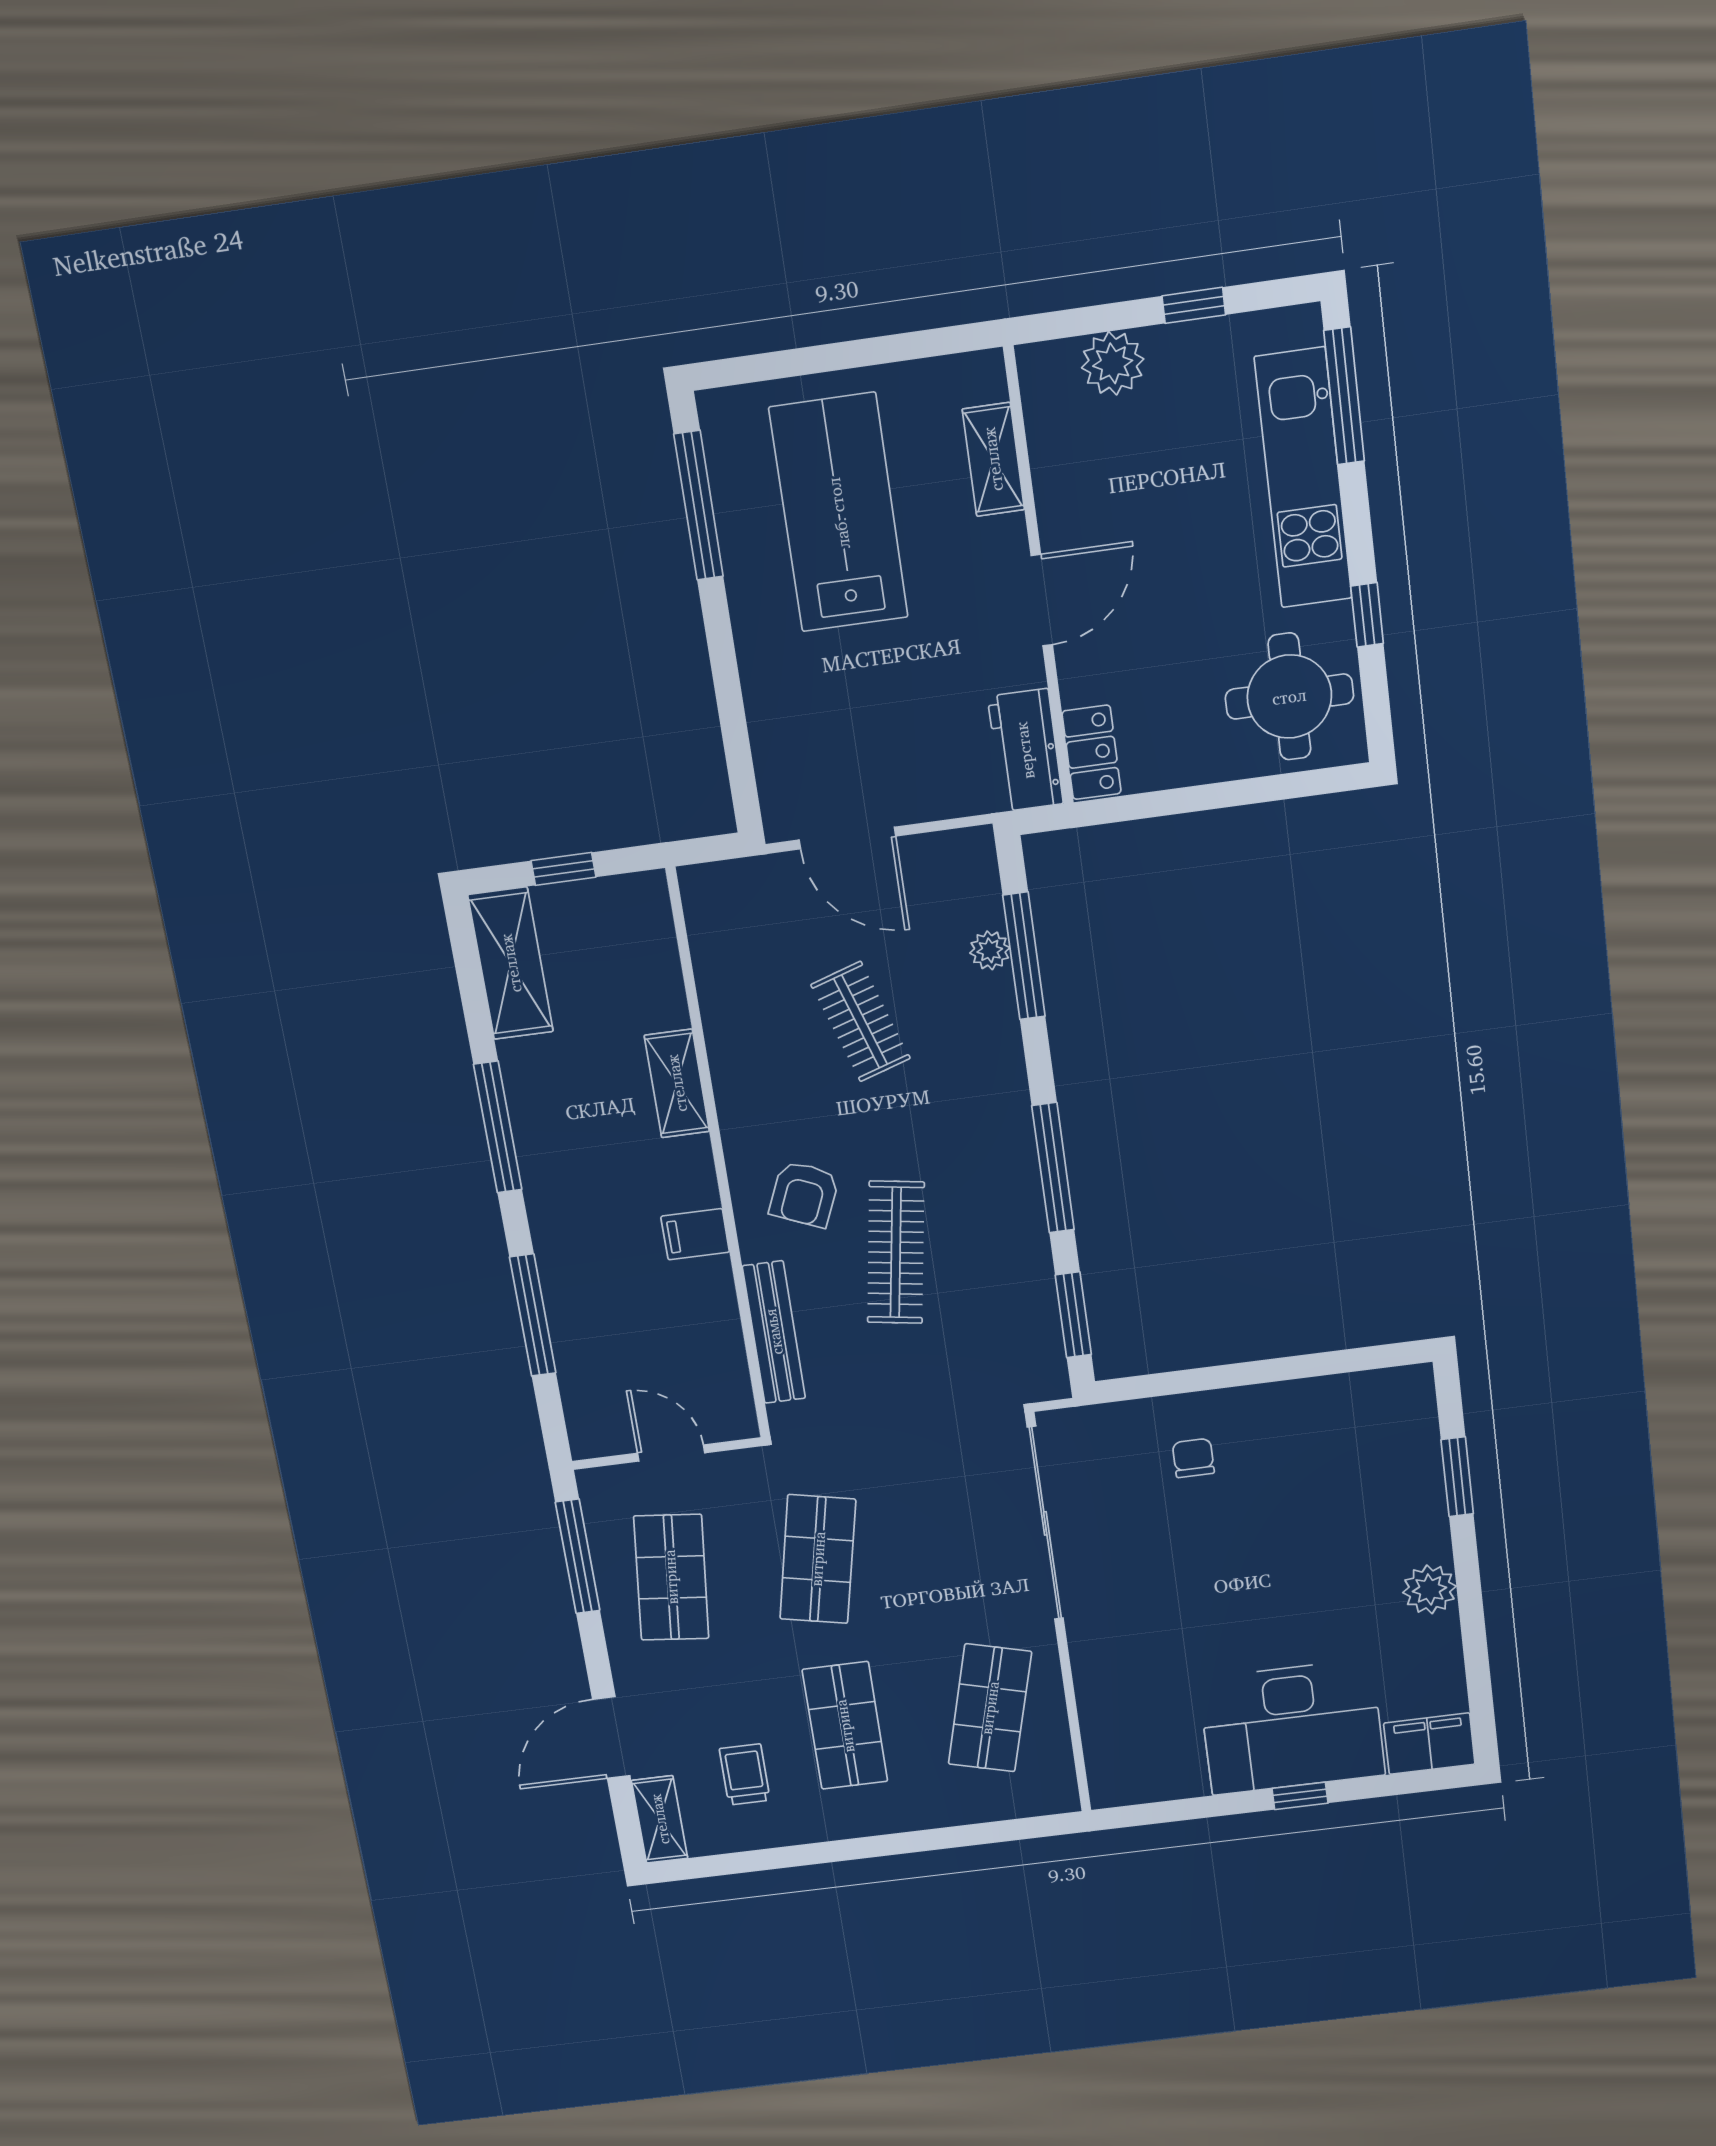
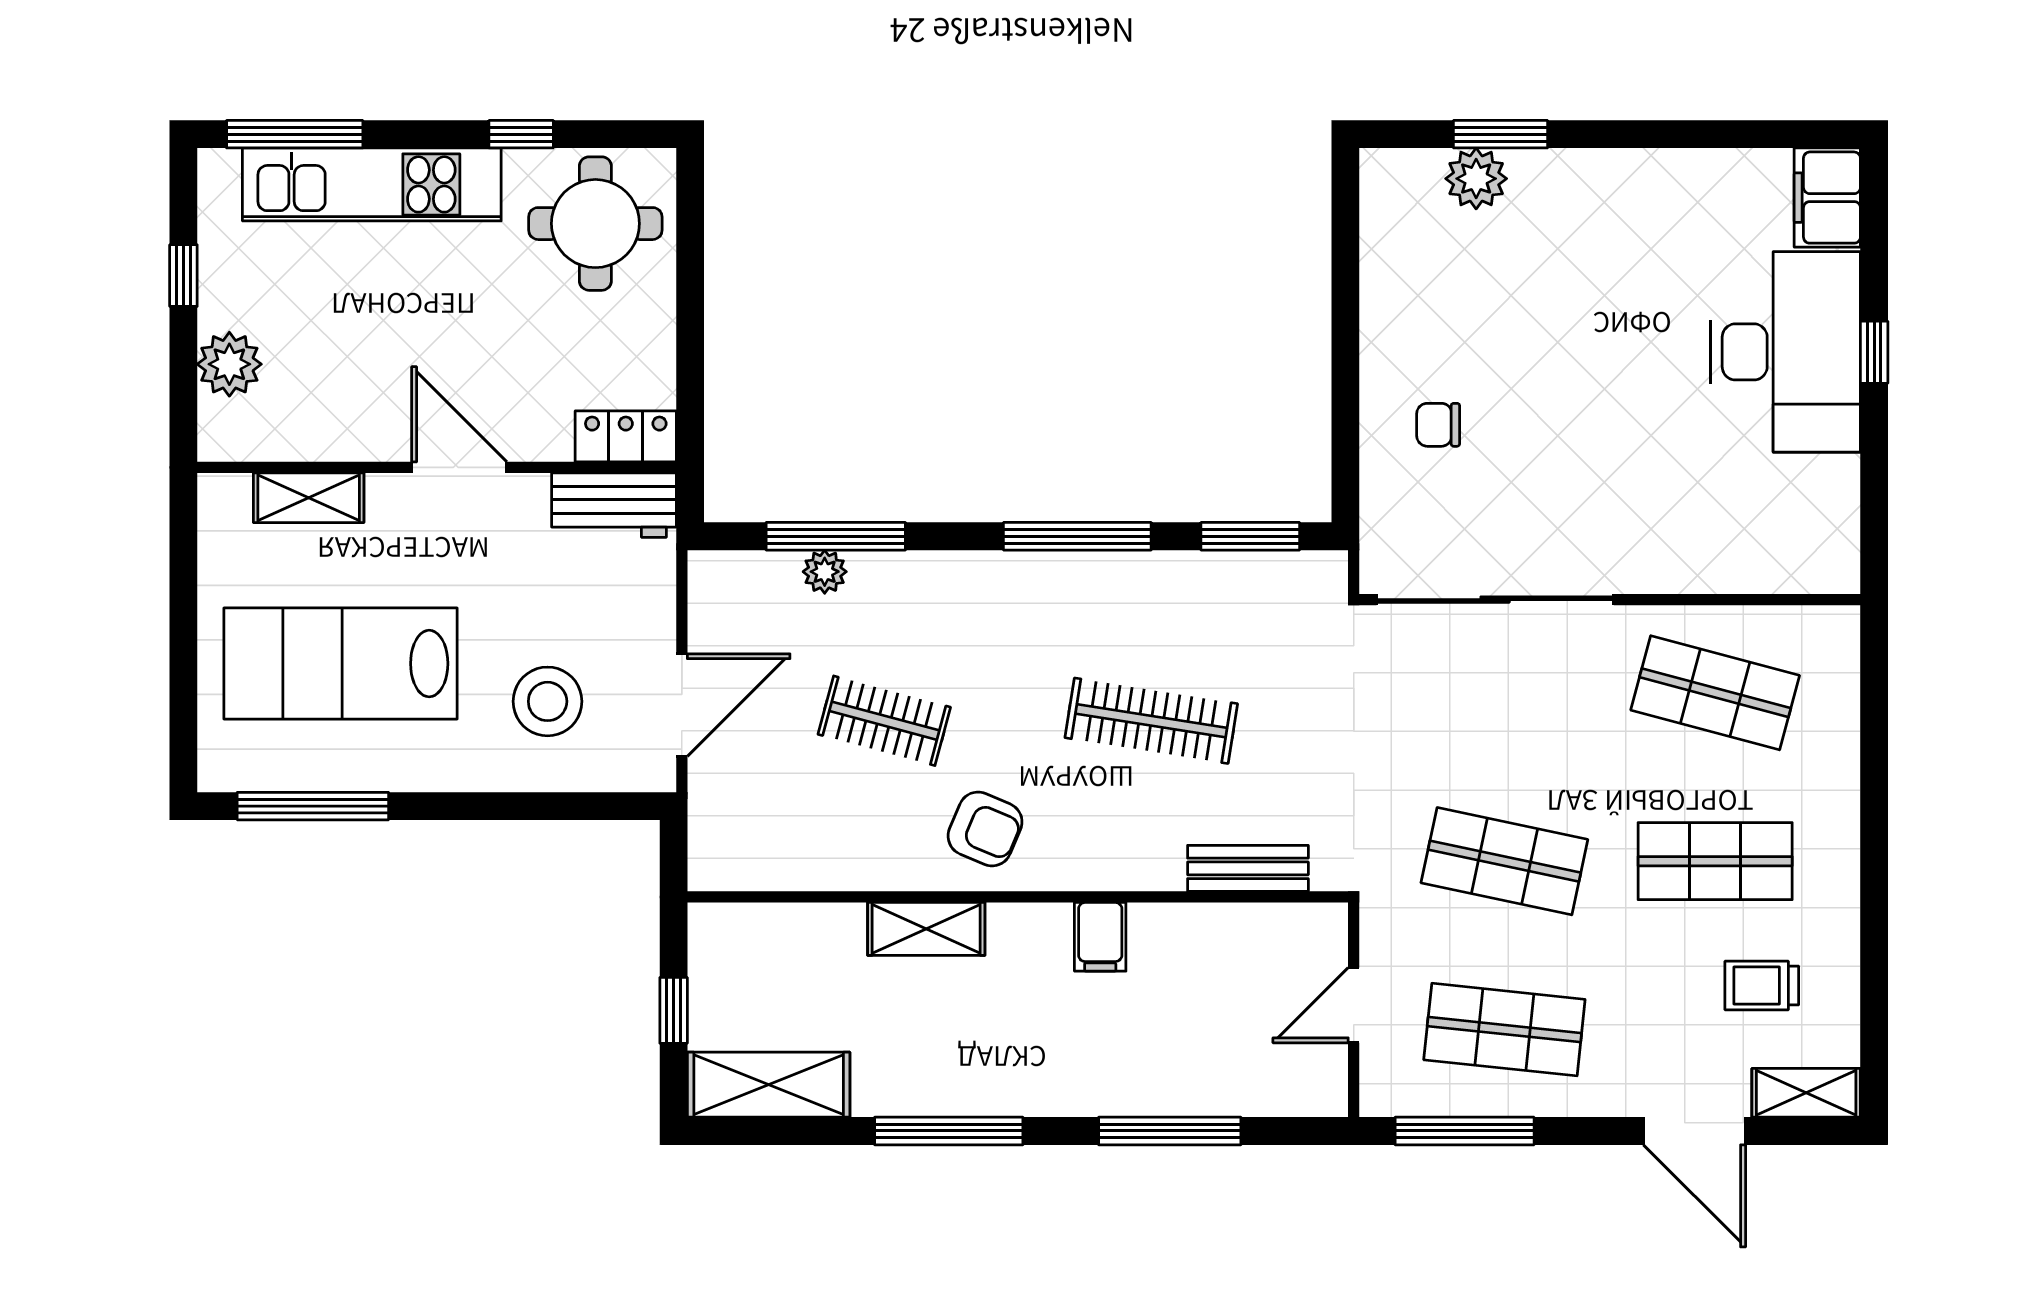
stool: (832, 714) -> (548, 701), added
clothes rail: (861, 1022) -> (884, 721), turned 33
armchair: (804, 1194) -> (985, 829), moved
bench: (774, 1332) -> (1248, 868), width x0.73
plant: (1429, 1589) -> (1476, 179), moved

